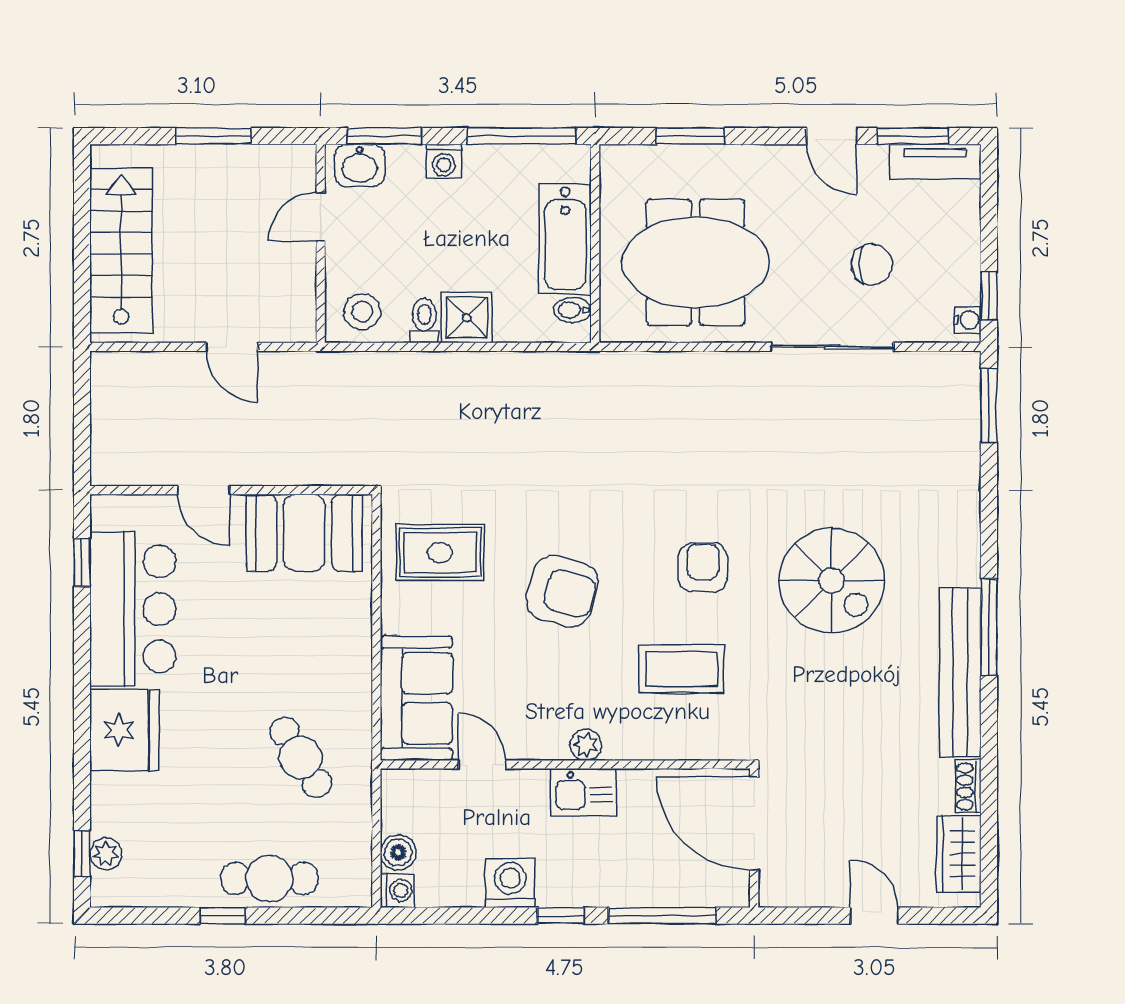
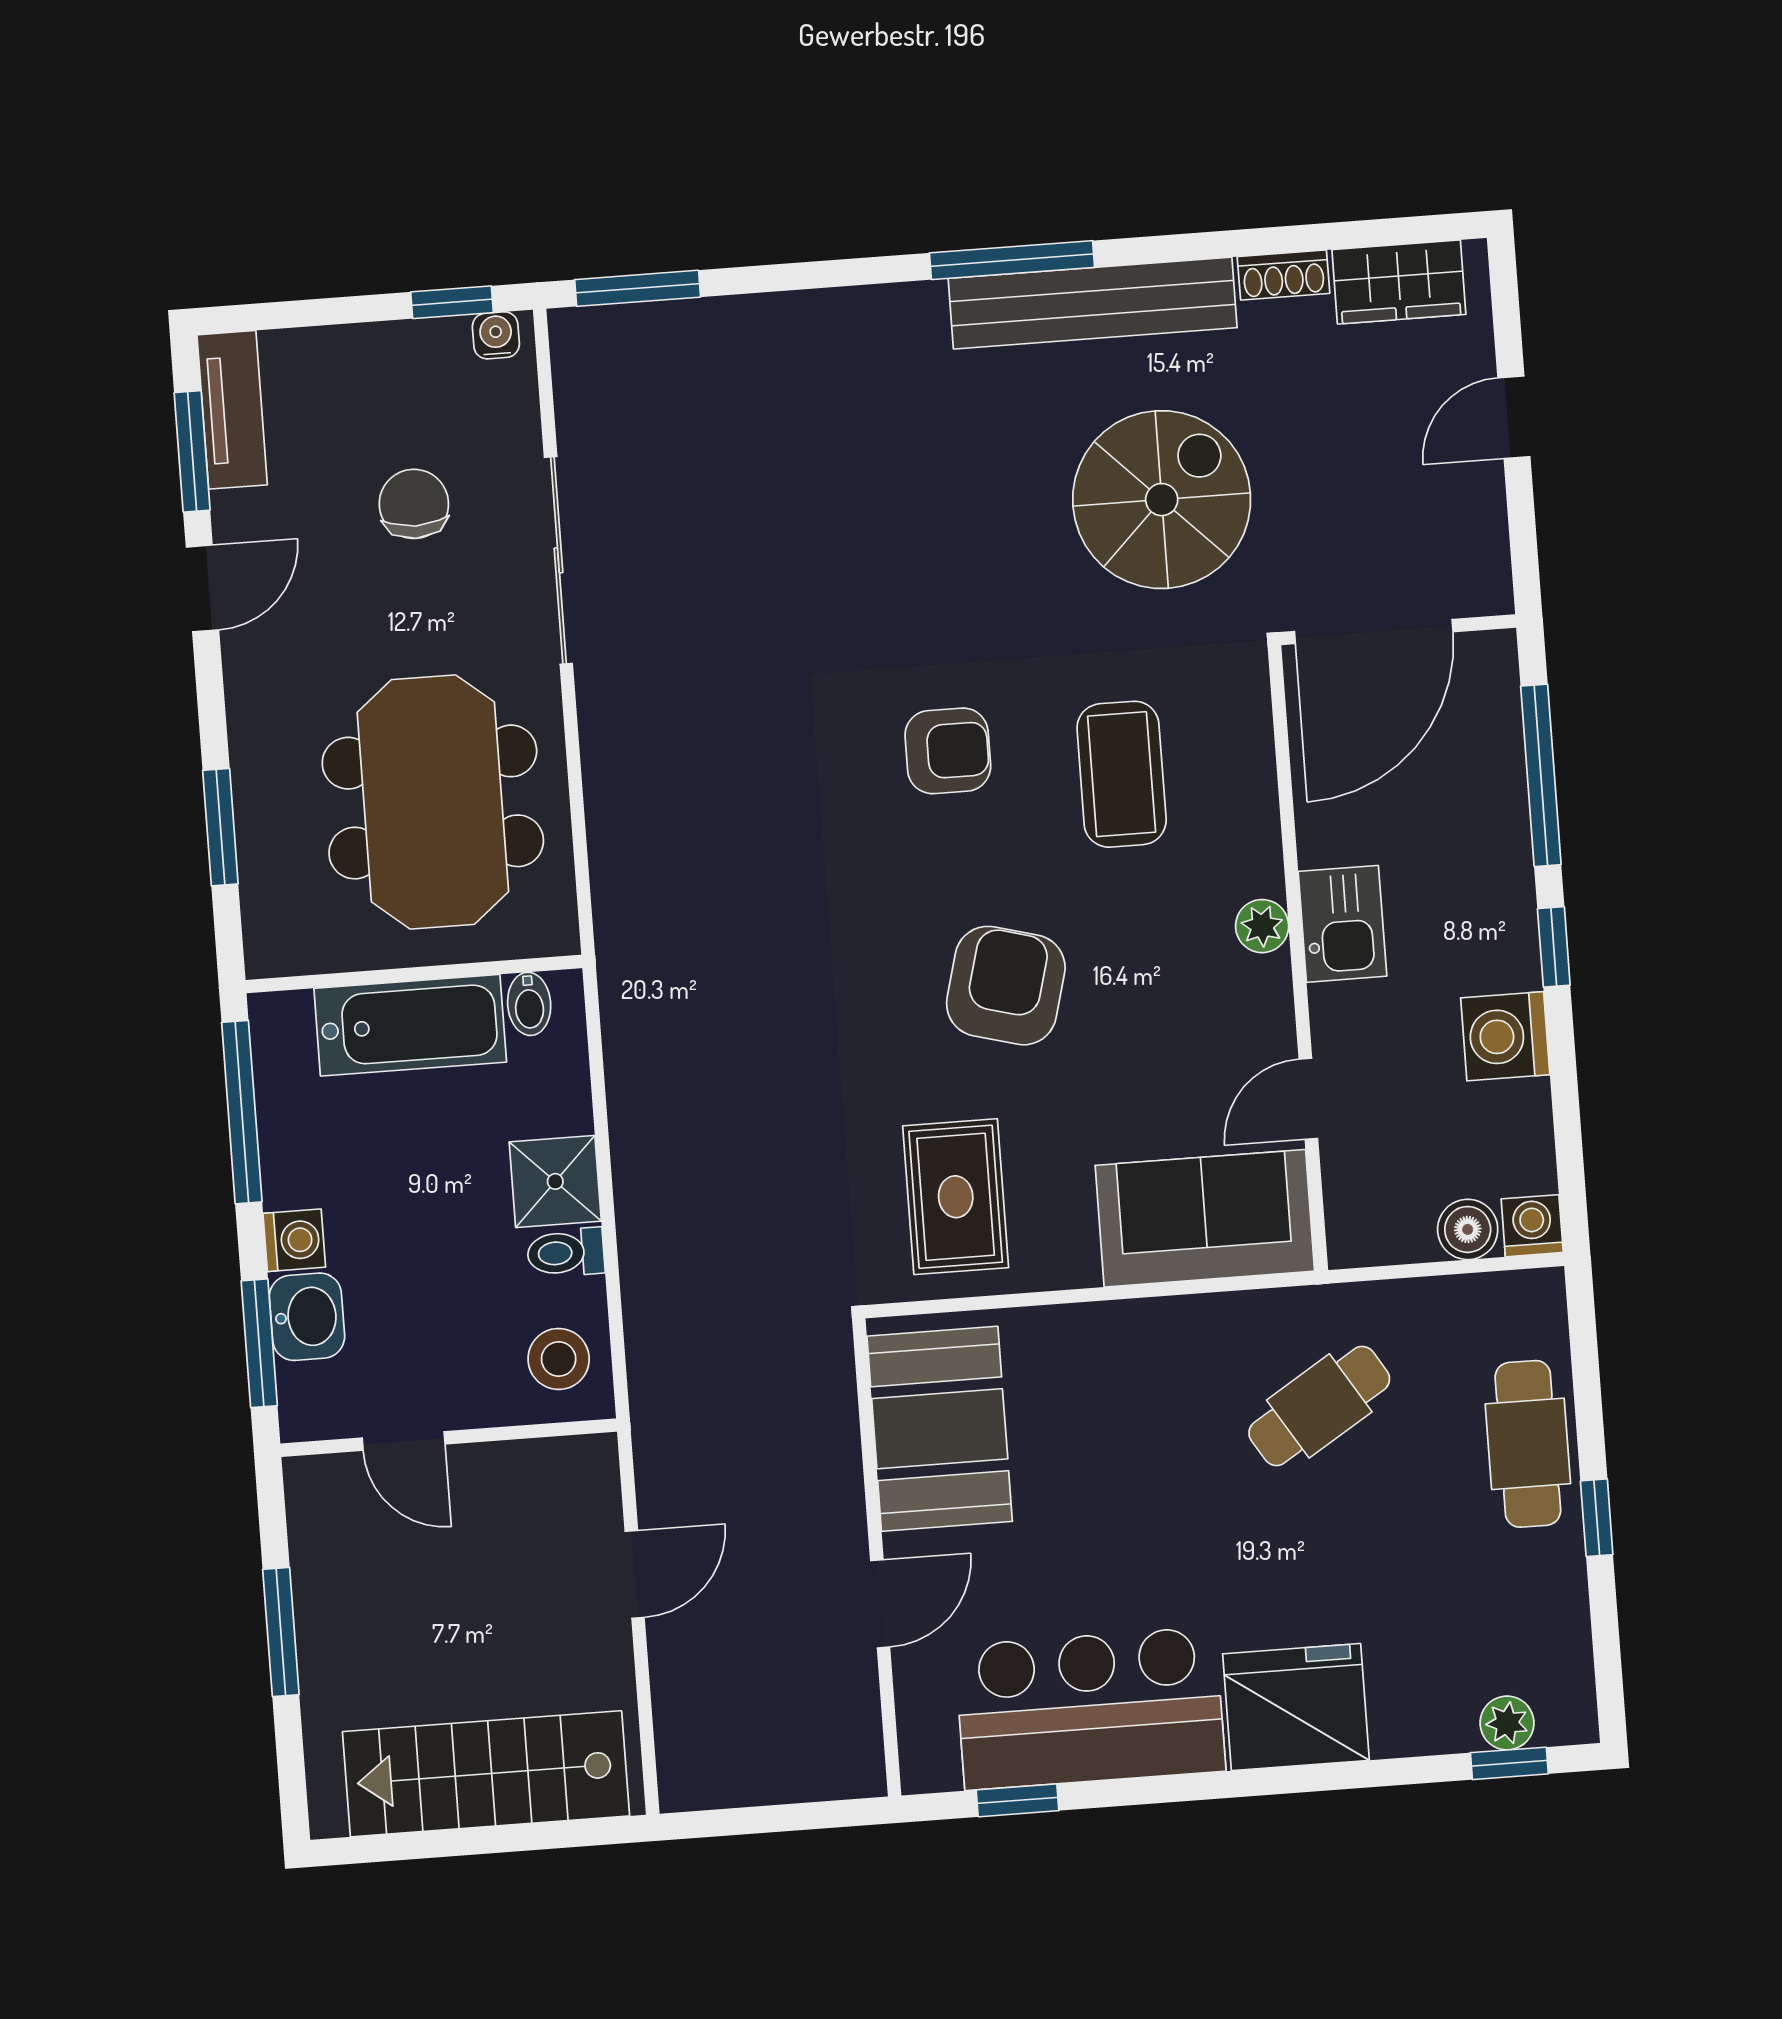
washbasin: (360, 165) -> (307, 1317), moved
armchair: (703, 568) -> (948, 751), turned 180
spiral stairs: (832, 581) -> (1162, 500), moved

